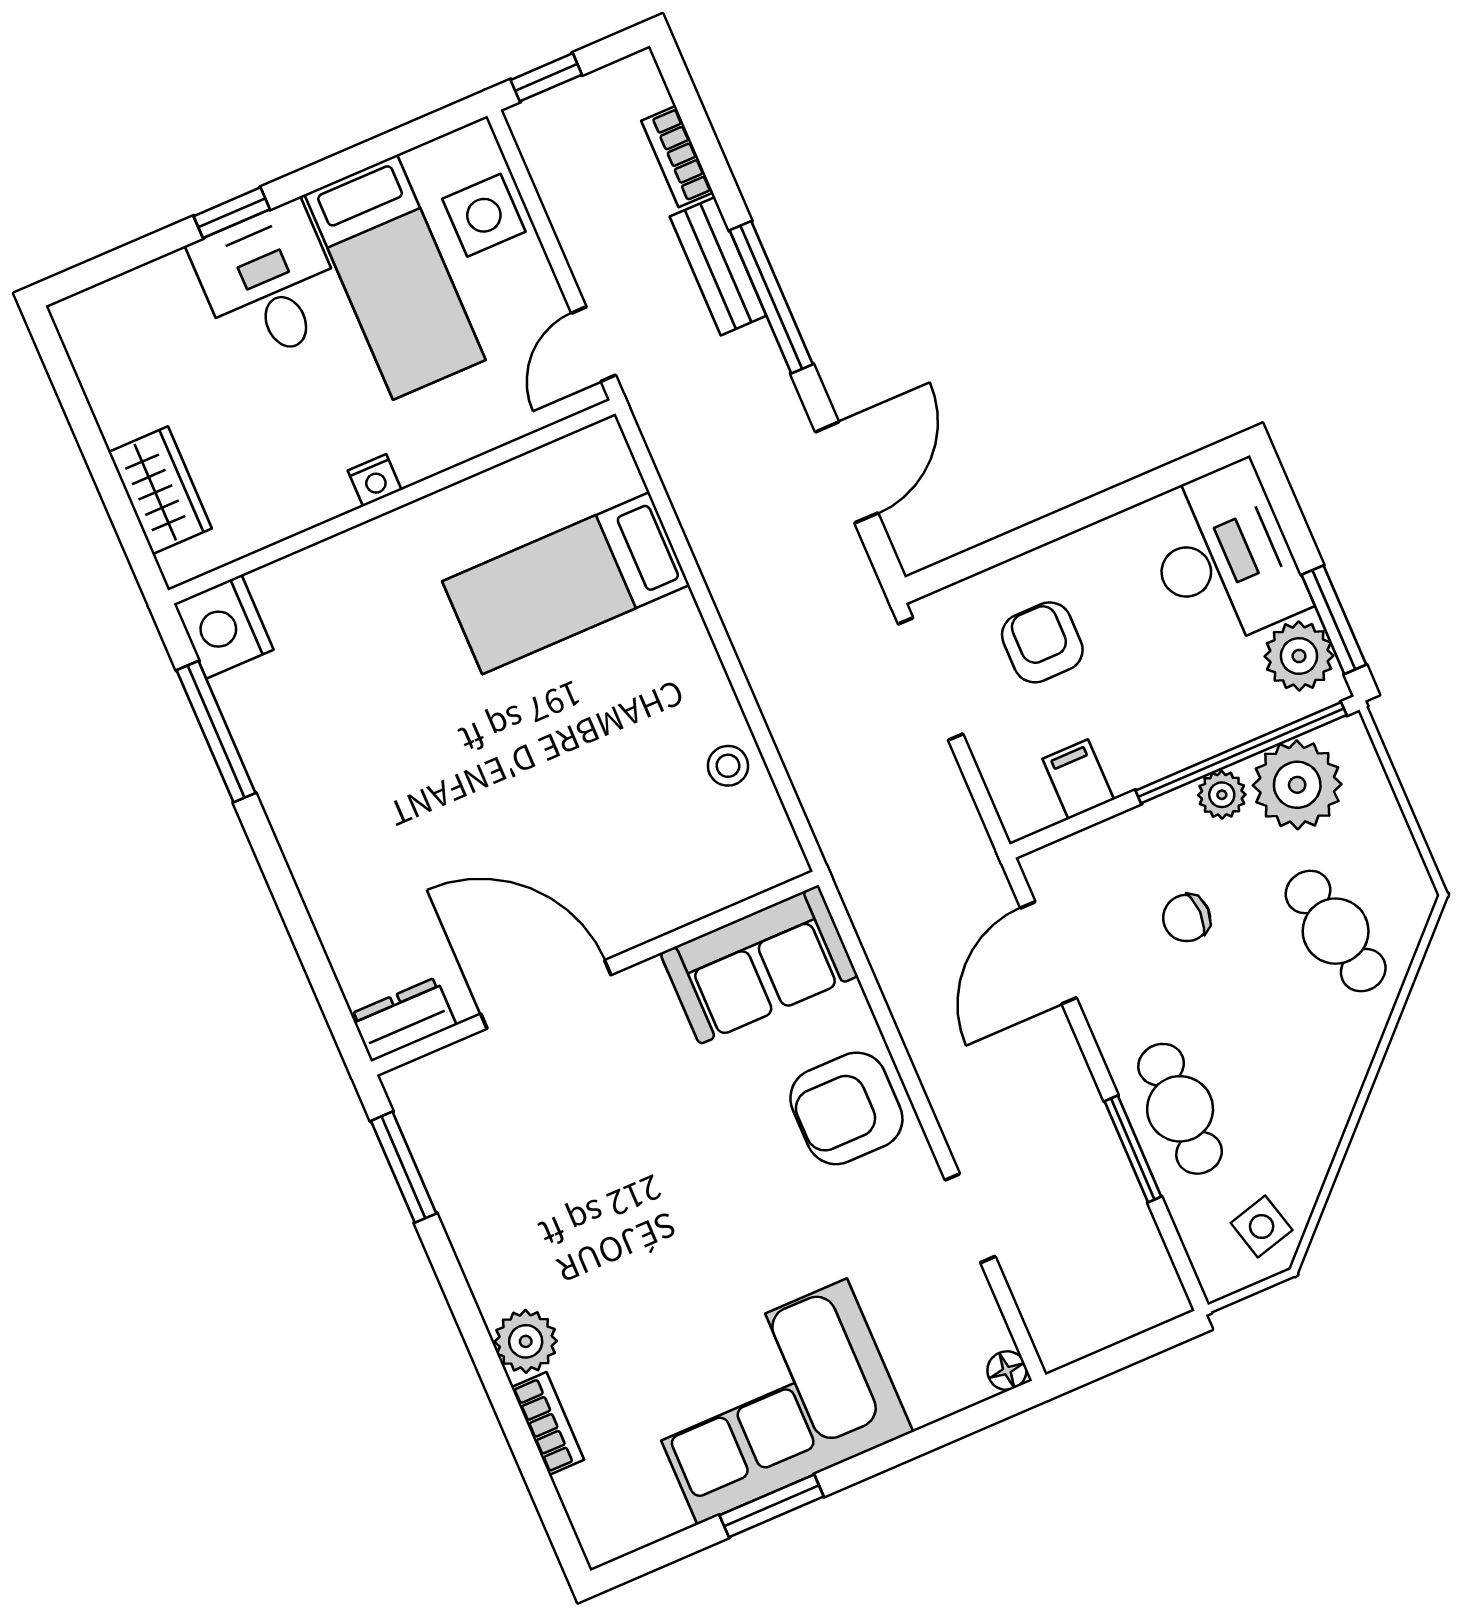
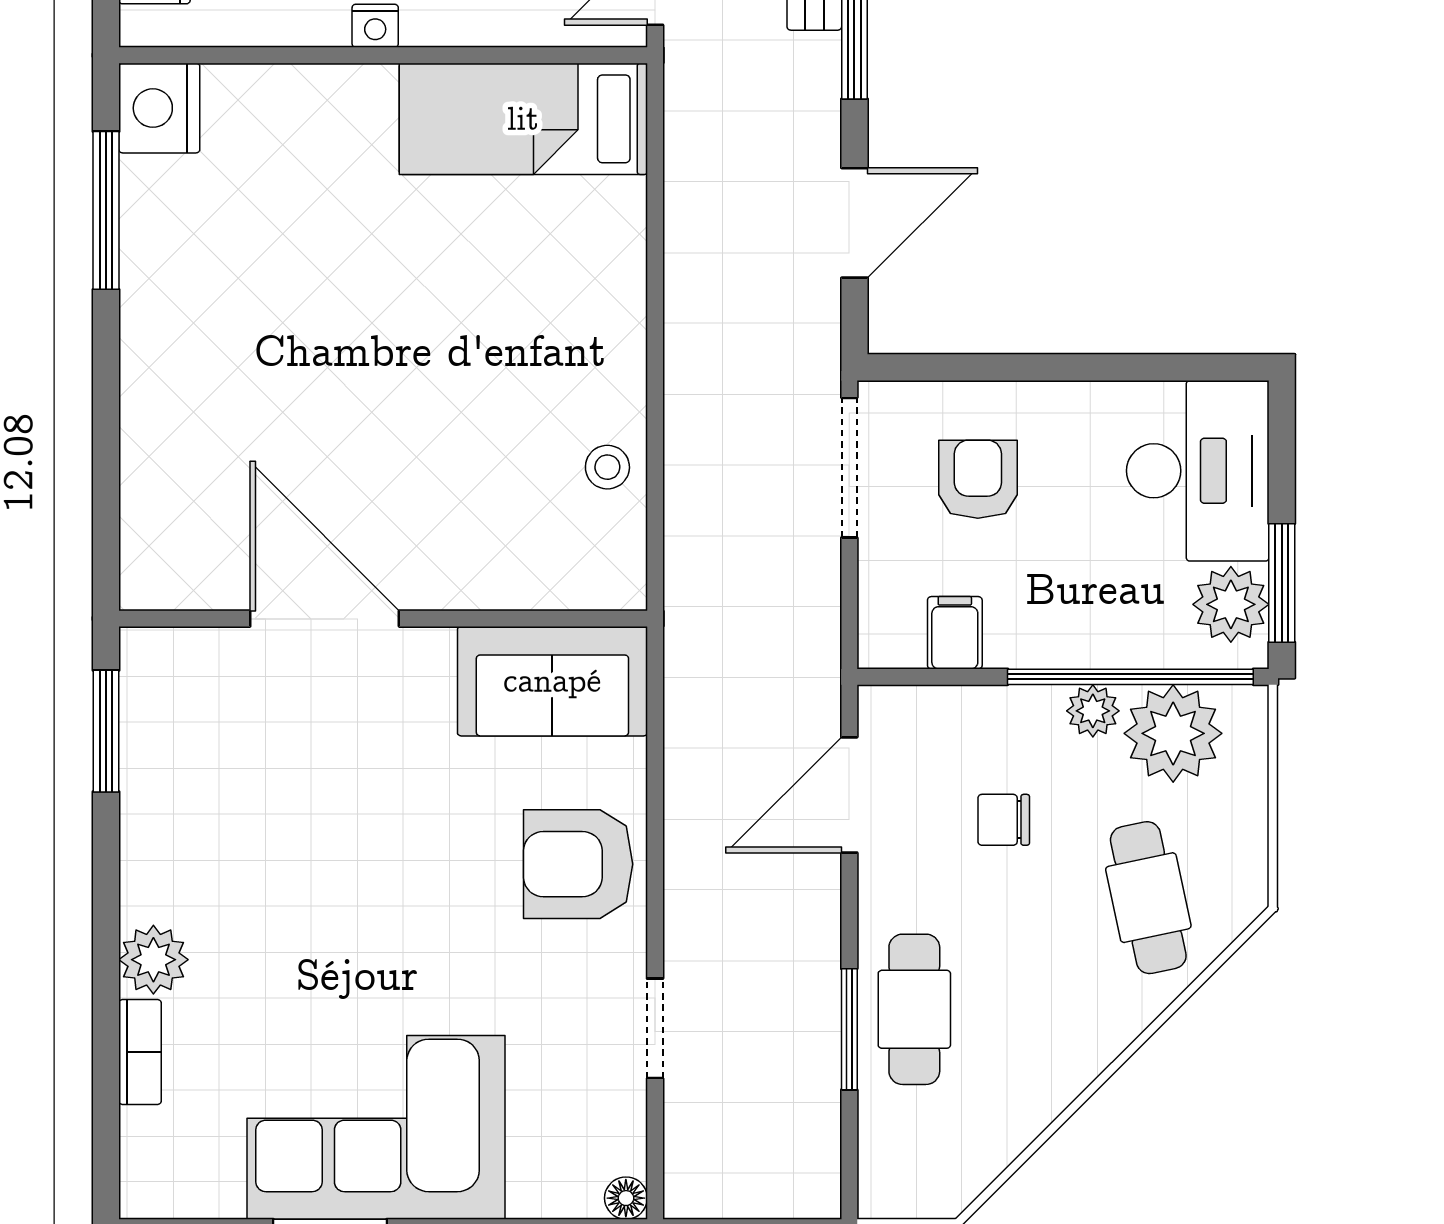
bed: (566, 583) -> (523, 119), moved
dresser: (404, 1019) -> (170, 582), removed
side table: (1262, 1227) -> (945, 1163), removed

